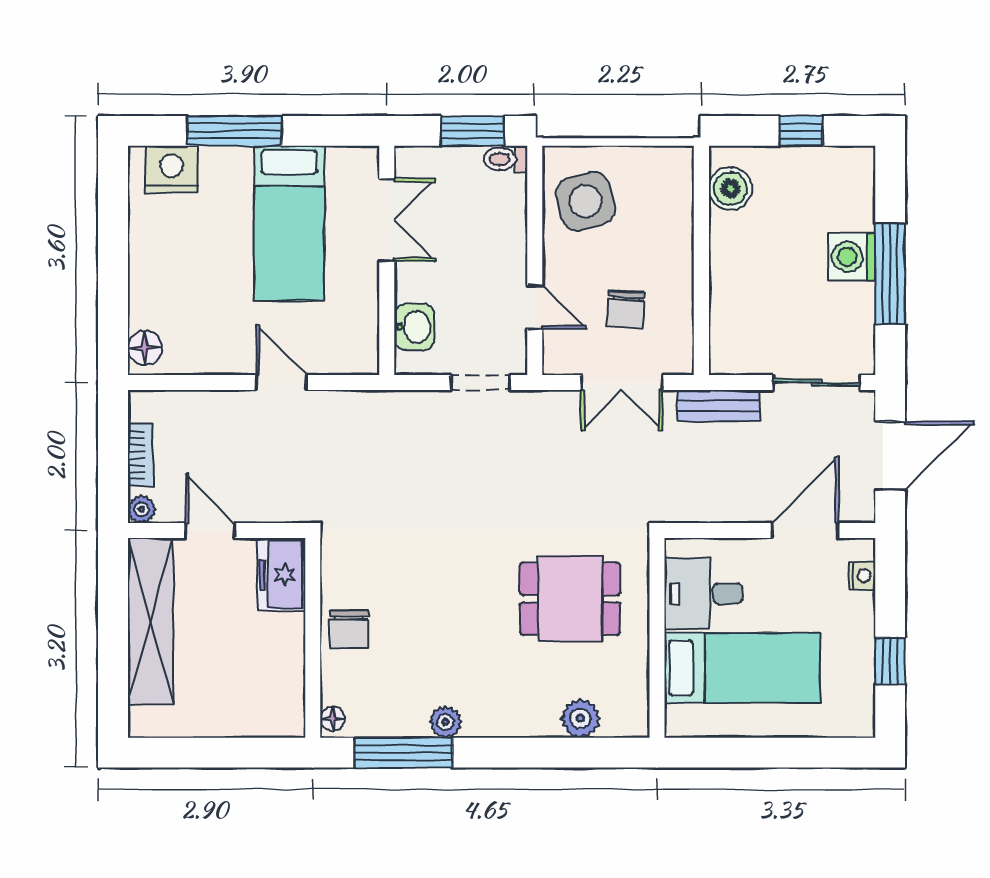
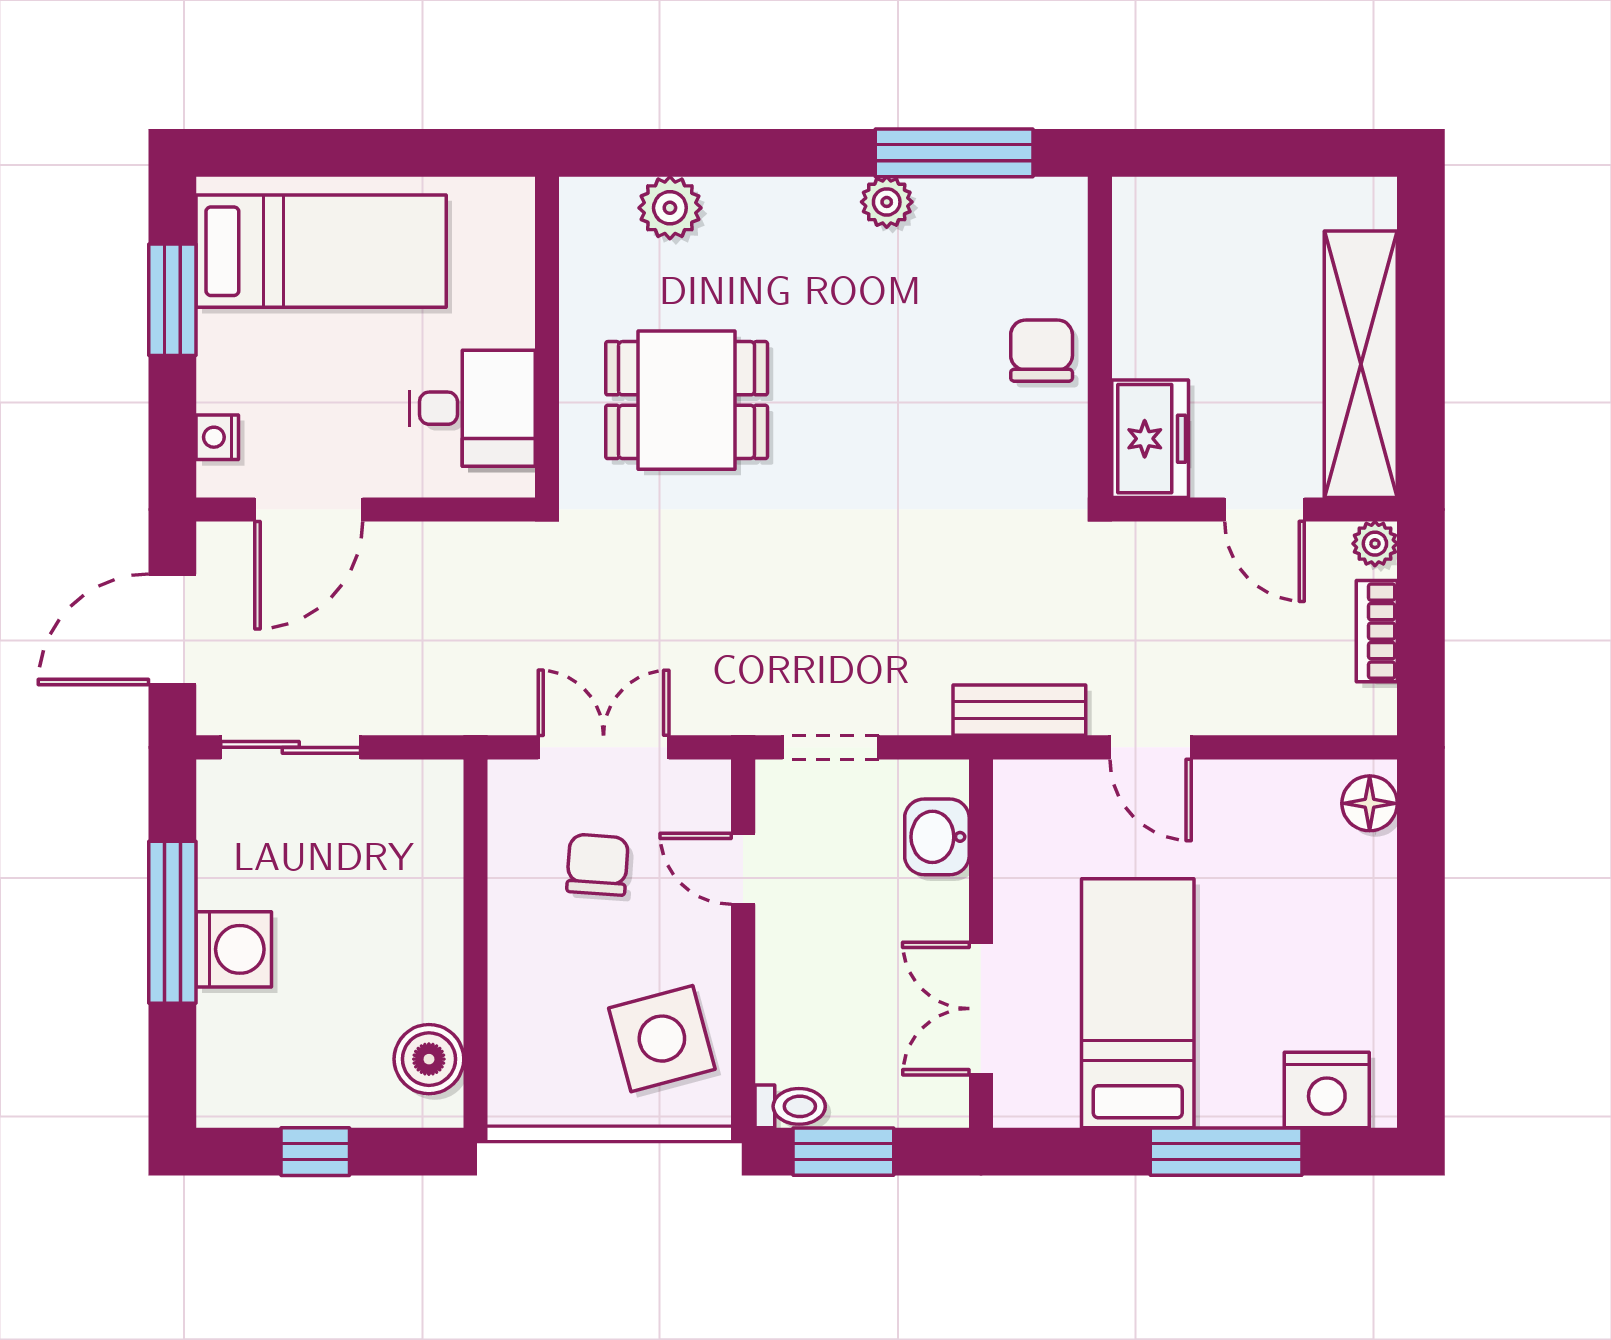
bench: (719, 406) -> (1019, 710), moved
window: (890, 661) -> (172, 300), width x1.50
bed: (742, 668) -> (321, 251), moved, turned 180
floor lamp: (333, 719) -> (1068, 207), removed

